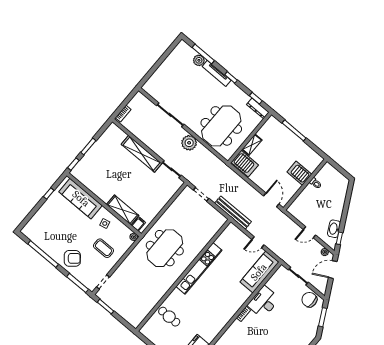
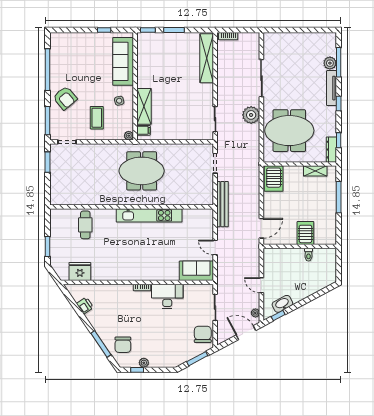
shelving: (252, 145) -> (315, 171), moved
shelving: (142, 154) -> (207, 58), moved
sofa: (259, 272) -> (196, 271), width x0.73

